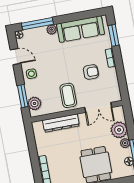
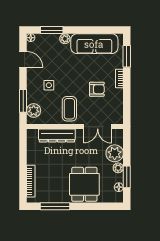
window: (37, 24) -> (52, 30), width x0.69
side table: (31, 74) -> (49, 85), moved

